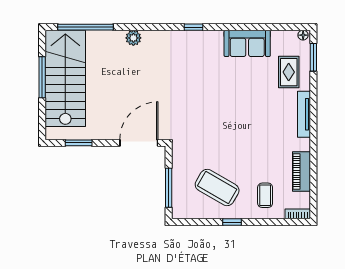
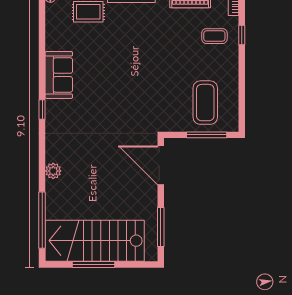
sofa: (247, 43) -> (59, 75), moved
window: (79, 143) -> (161, 227), width x1.44
coffee table: (217, 187) -> (205, 103), moved, turned -30
window: (232, 222) -> (242, 35), moved

